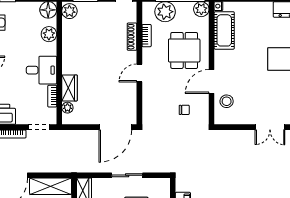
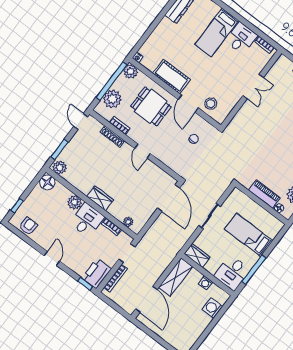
cot: (224, 30) -> (171, 76), moved
plant: (49, 34) -> (75, 202), moved
wardrobe: (70, 88) -> (100, 198), moved

